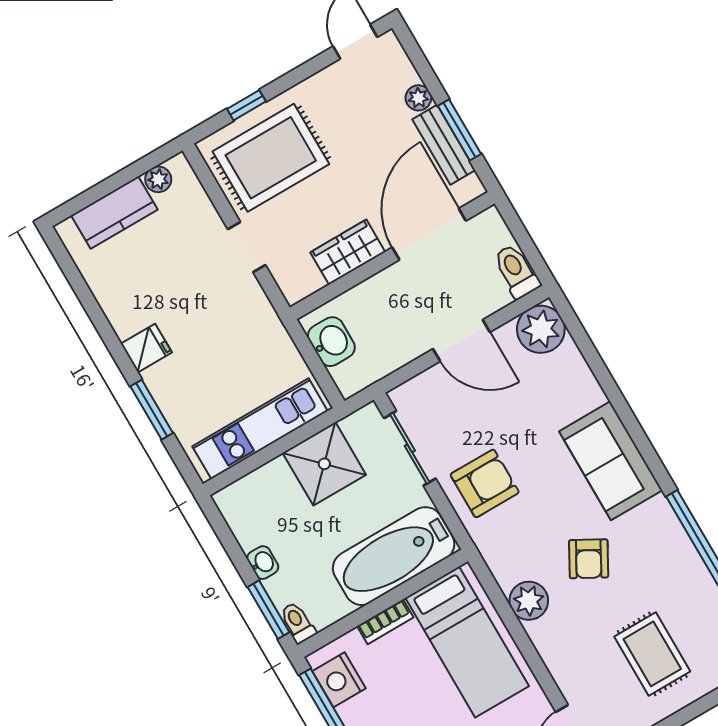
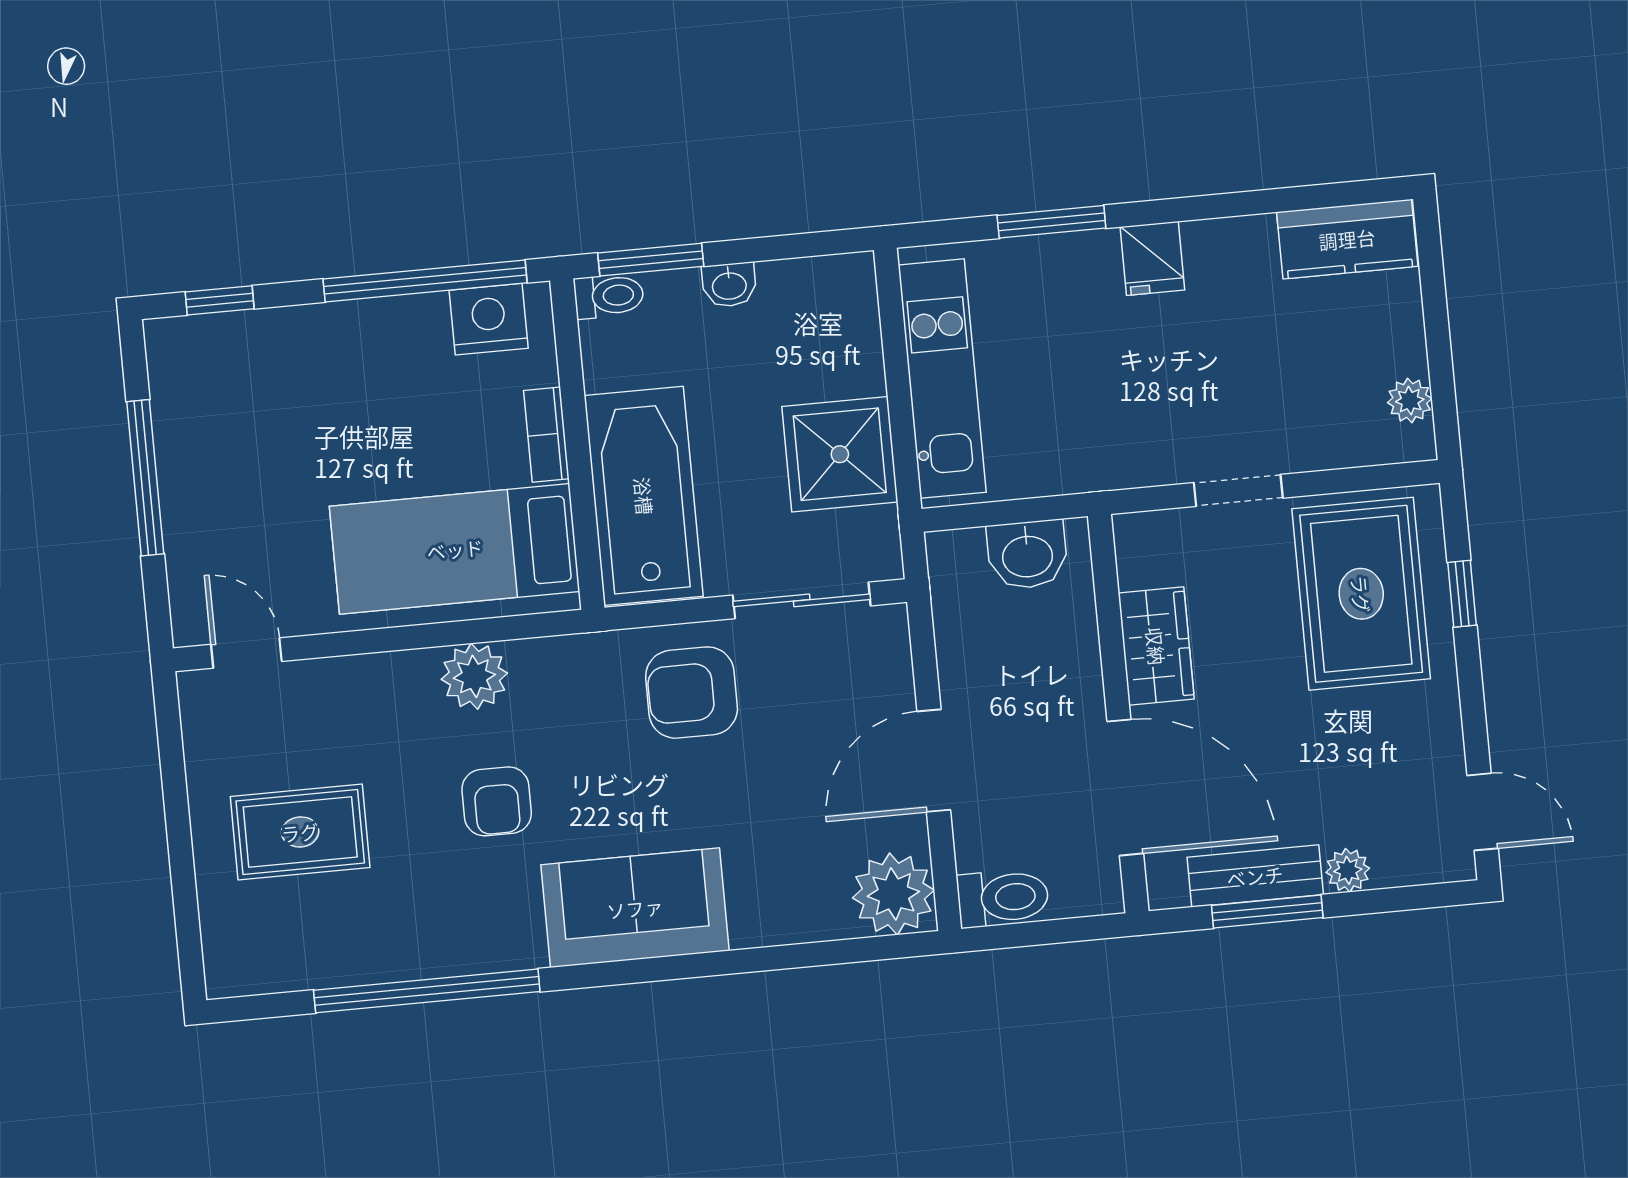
kitchen counter: (114, 212) -> (1347, 239), moved, turned -90
armchair: (485, 483) -> (692, 693), turned 90
armchair: (589, 559) -> (497, 801), turned -119

